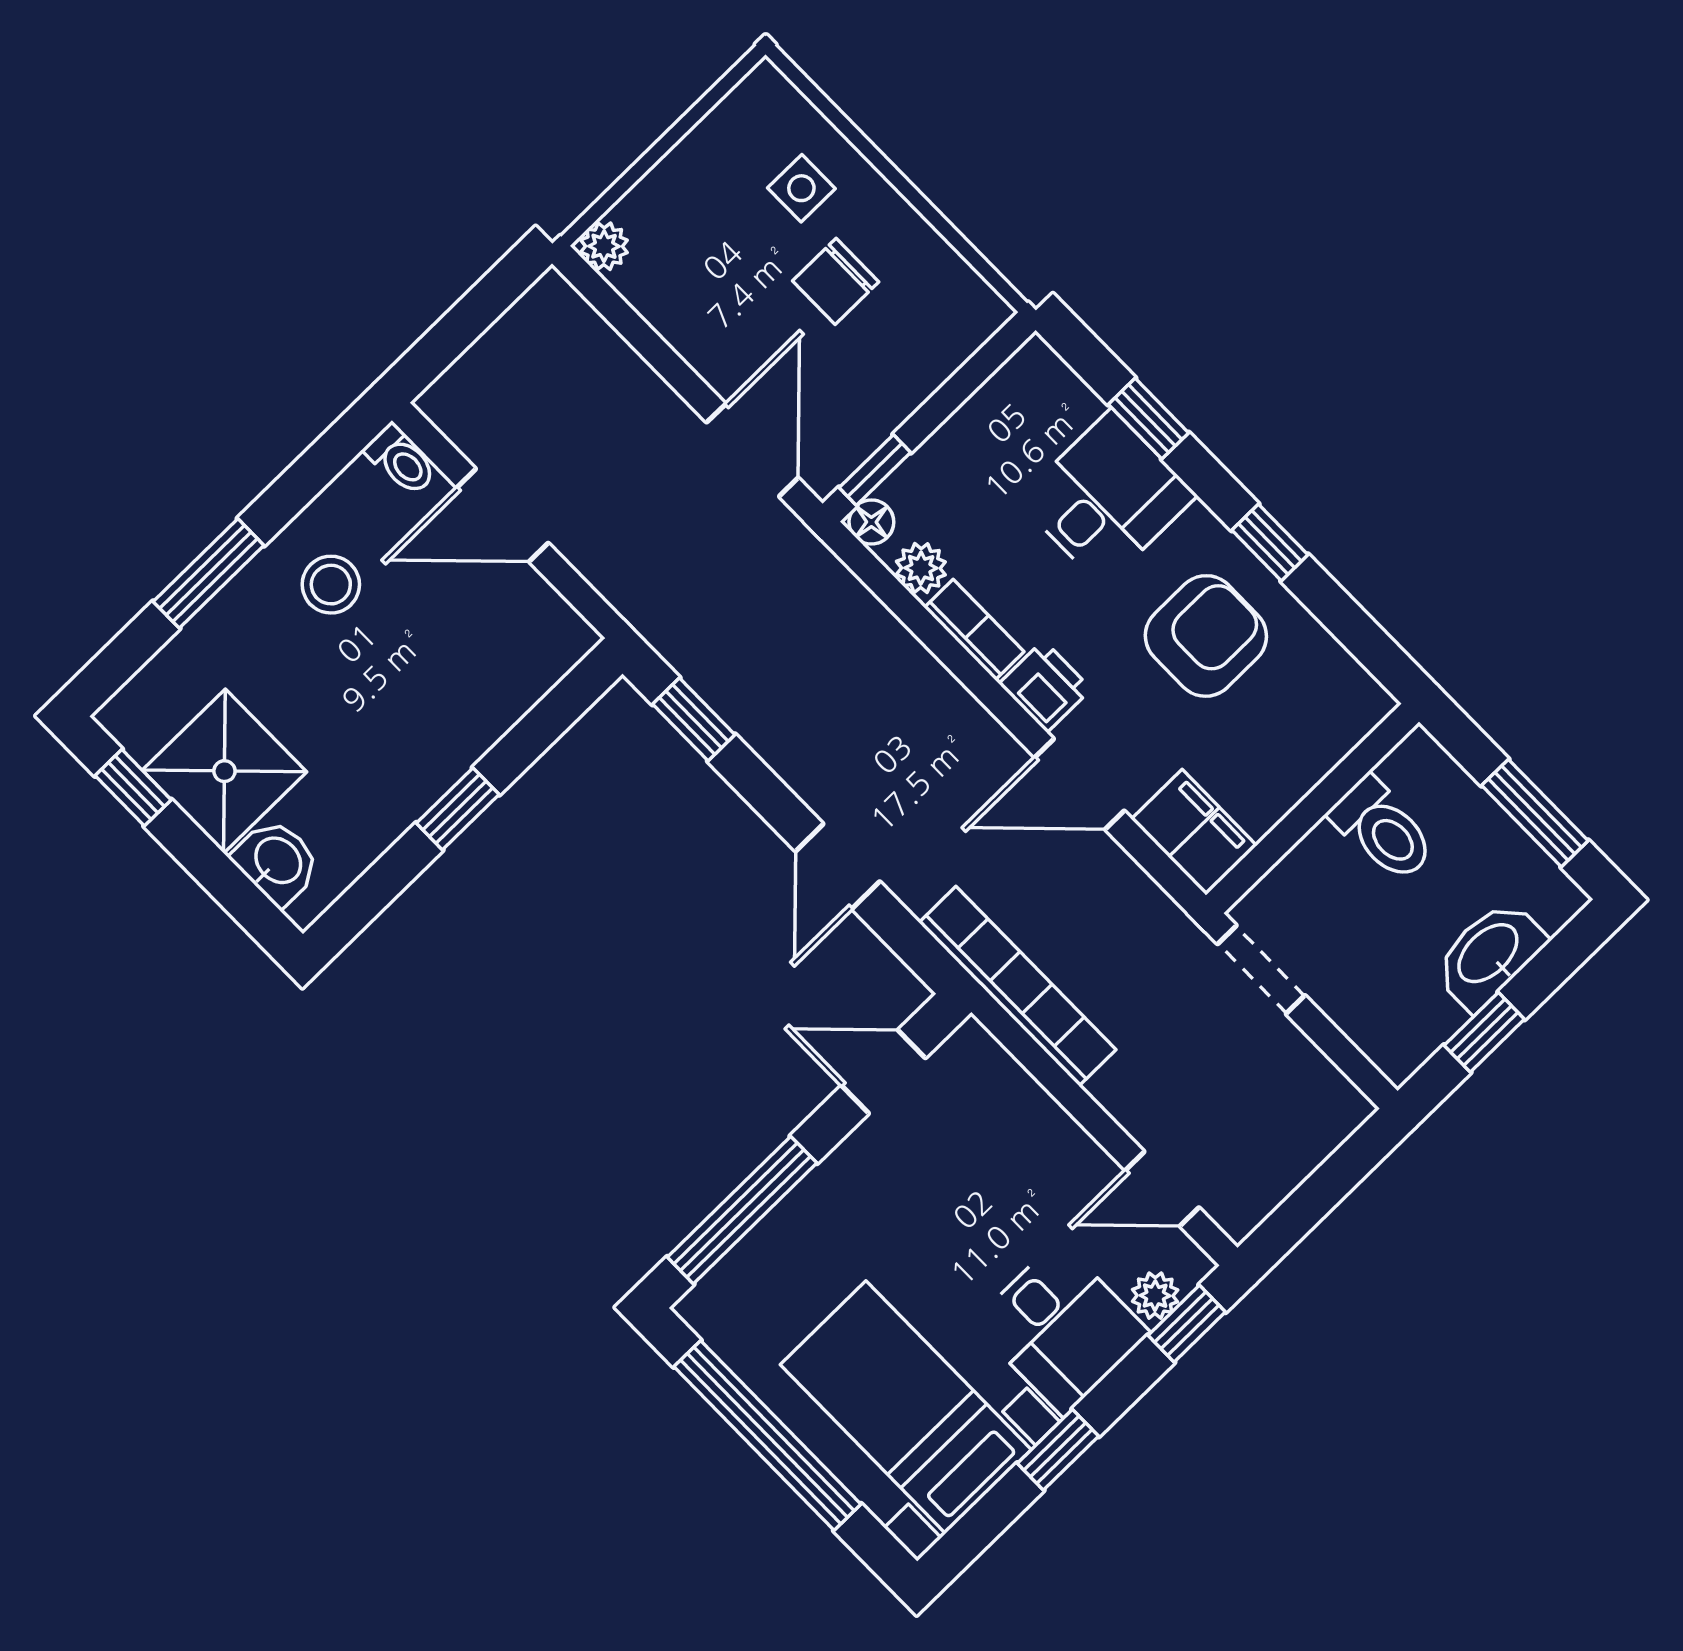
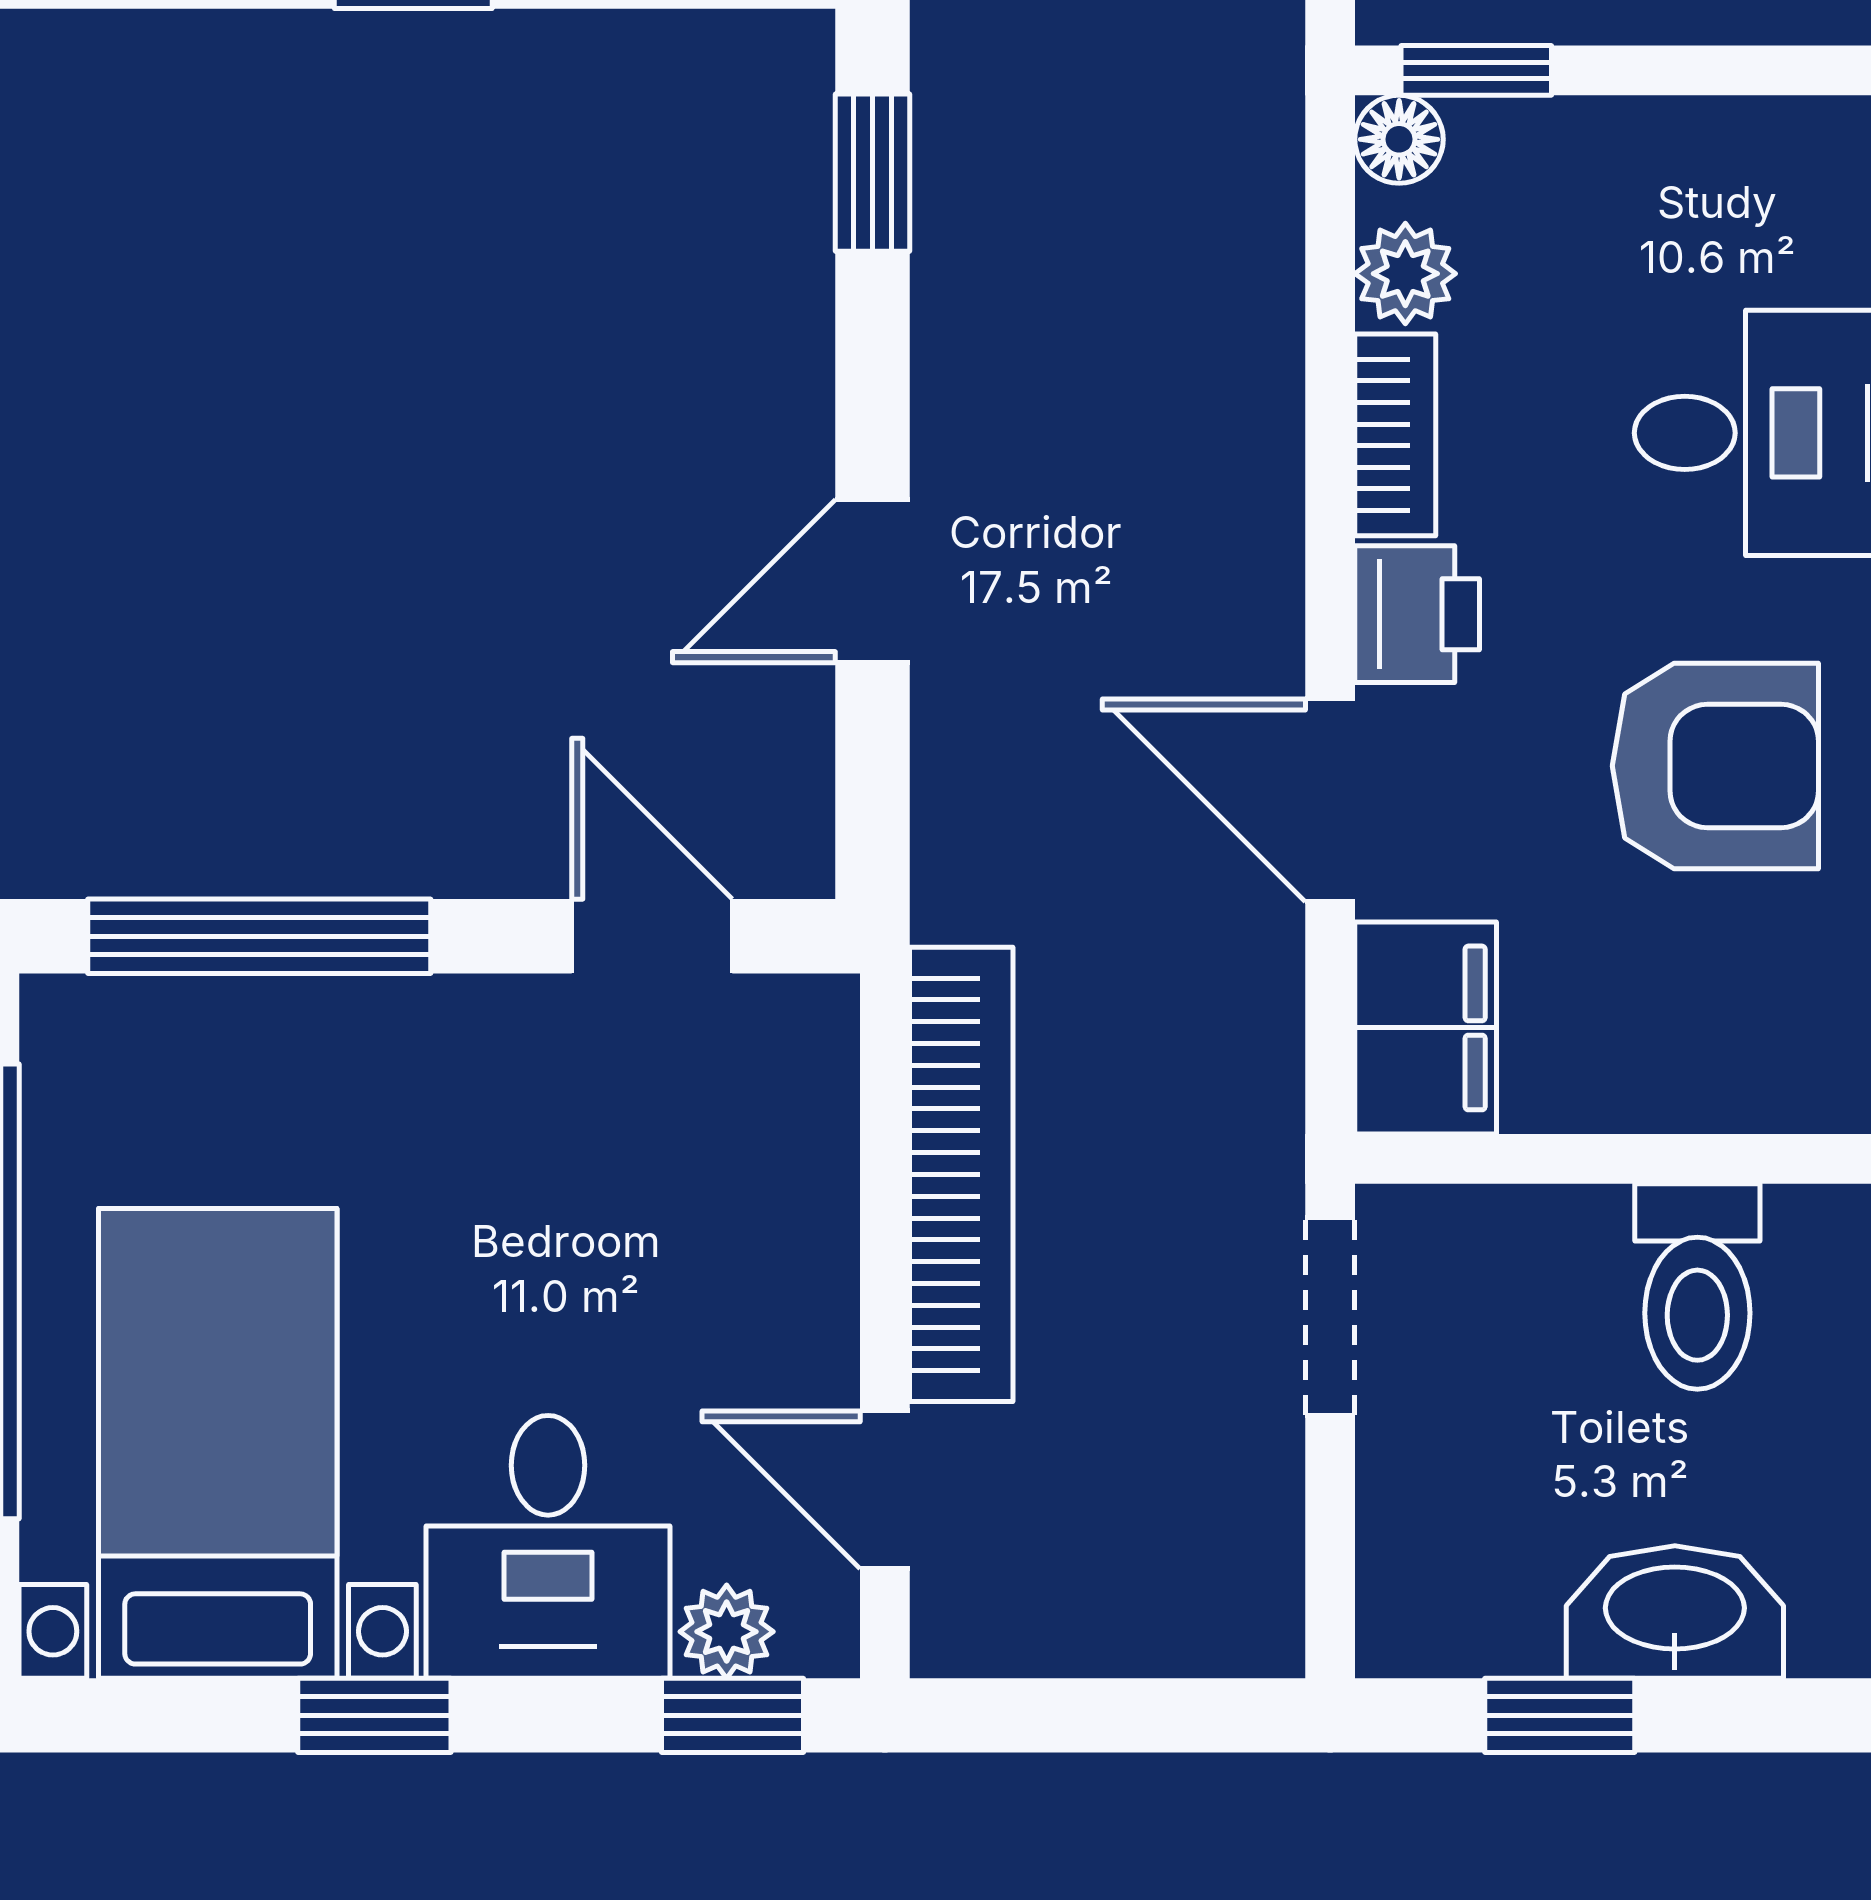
bookcase: (1017, 986) -> (961, 1174), moved

